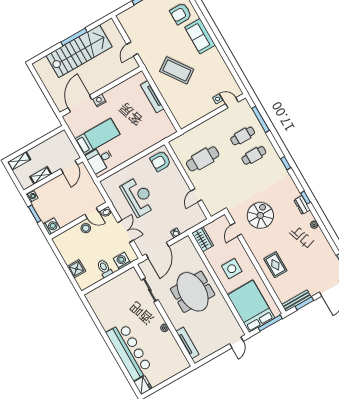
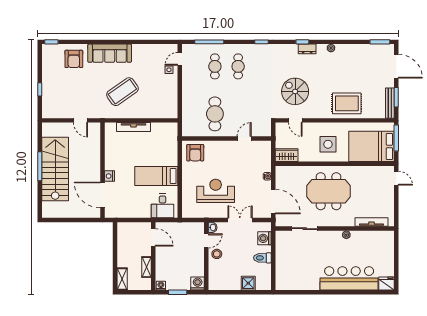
sofa: (200, 36) -> (110, 53), width x1.36
bed: (97, 137) -> (156, 176), moved, turned -90
door: (196, 195) -> (244, 138), swing flipped
rug: (275, 265) -> (347, 103), width x1.36, depth x1.43

